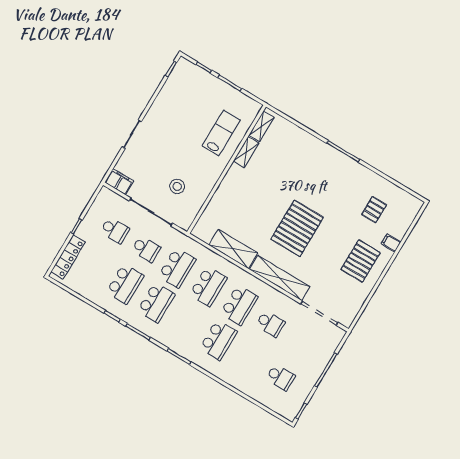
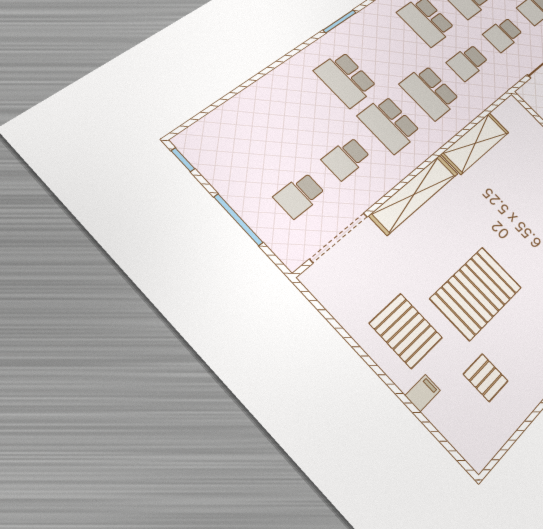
pallet: (297, 228) -> (476, 293), moved, turned 90
school desk: (177, 268) -> (468, 62), width x0.54
school desk: (280, 377) -> (300, 195), moved

